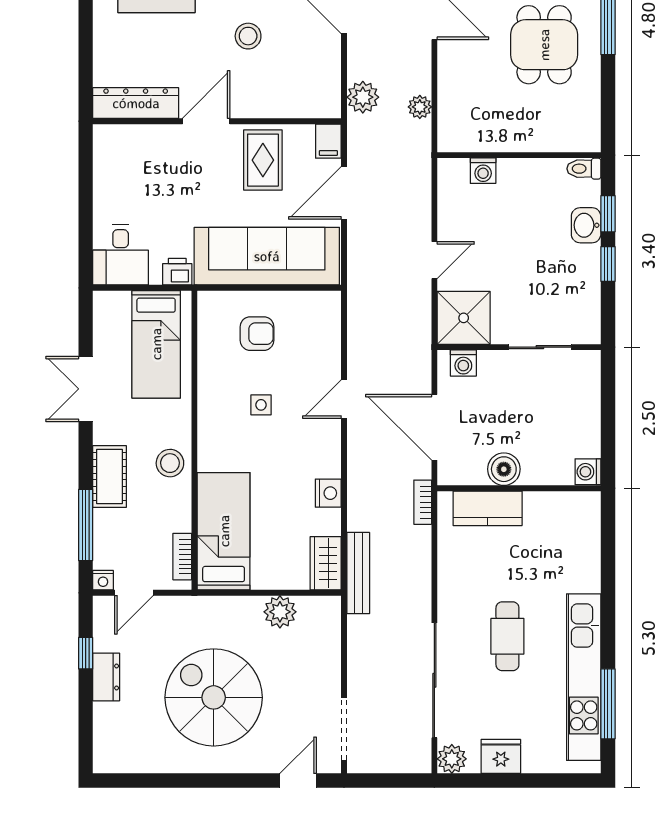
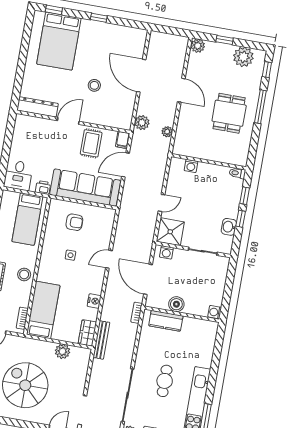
washbasin: (586, 225) -> (229, 227), moved

